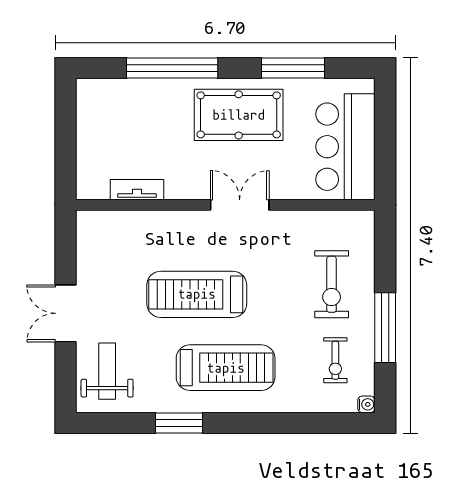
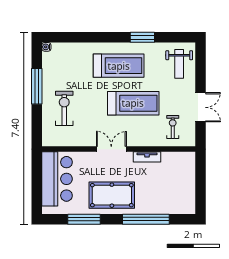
tv unit: (137, 190) -> (147, 157), moved
double door: (240, 205) -> (111, 149), swing flipped
double door: (65, 313) -> (201, 107), moved
exercise bike: (335, 360) -> (173, 127), moved
treadmill: (226, 368) -> (119, 66), turned 180

